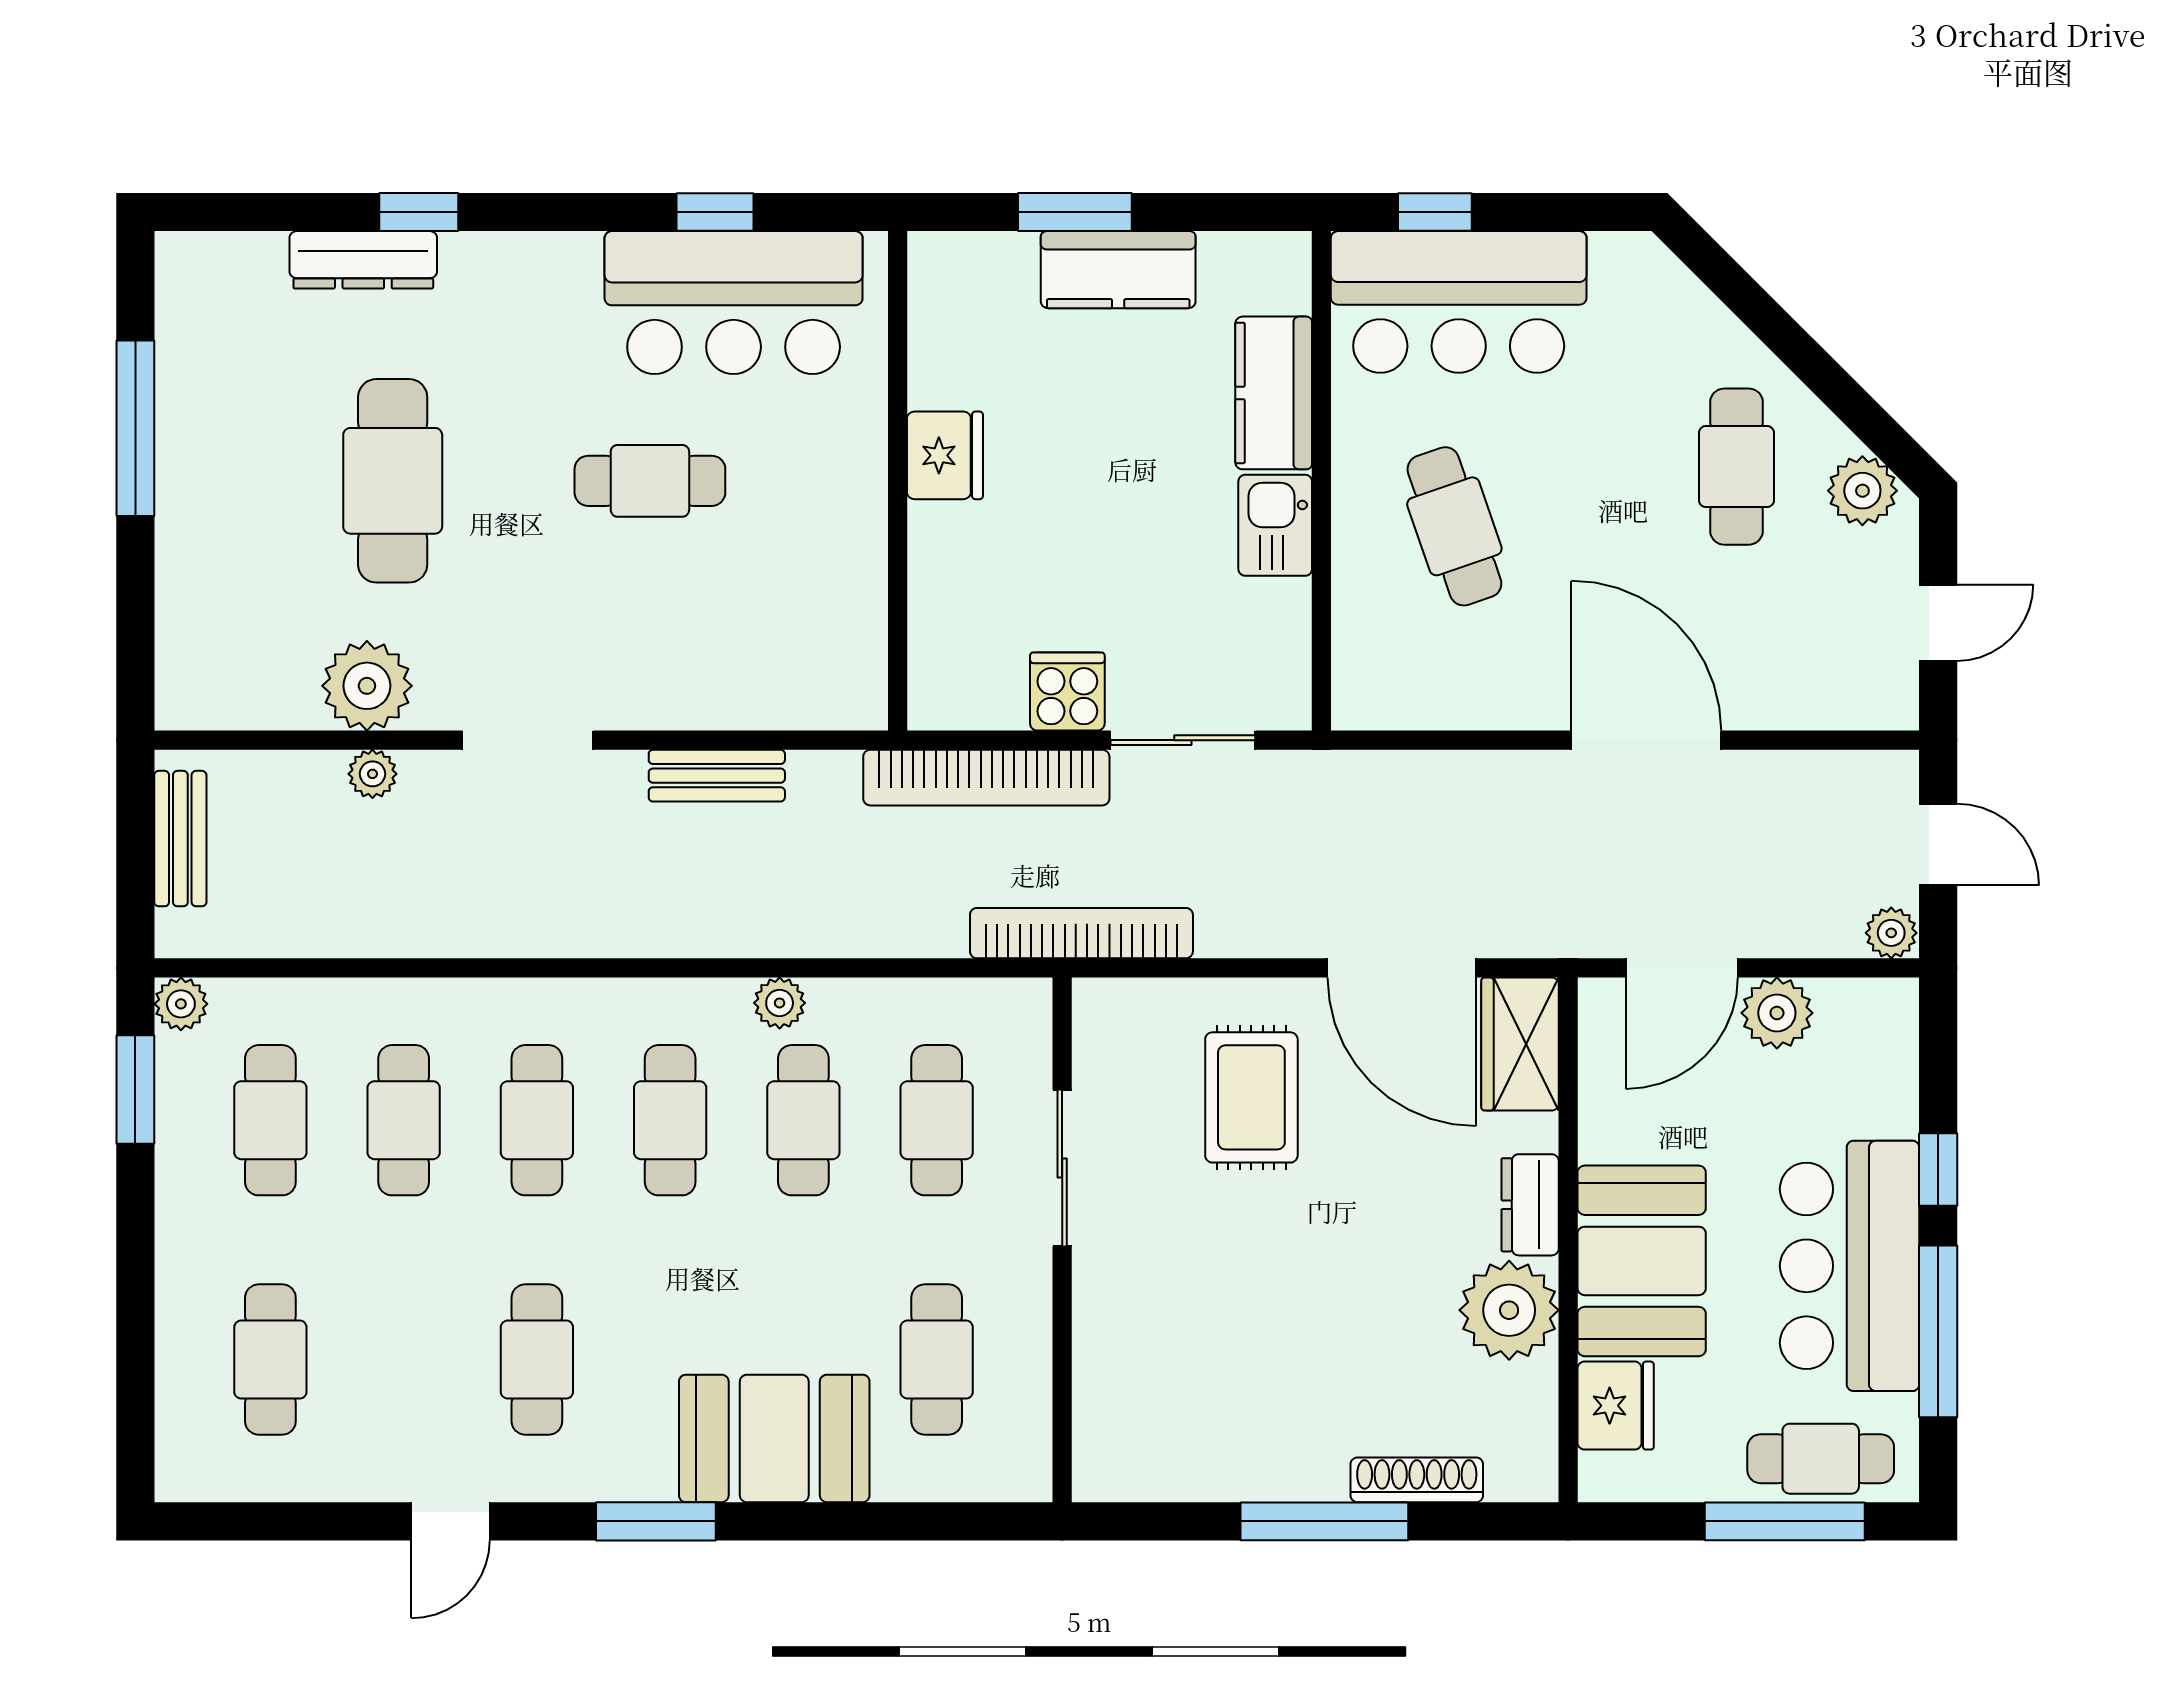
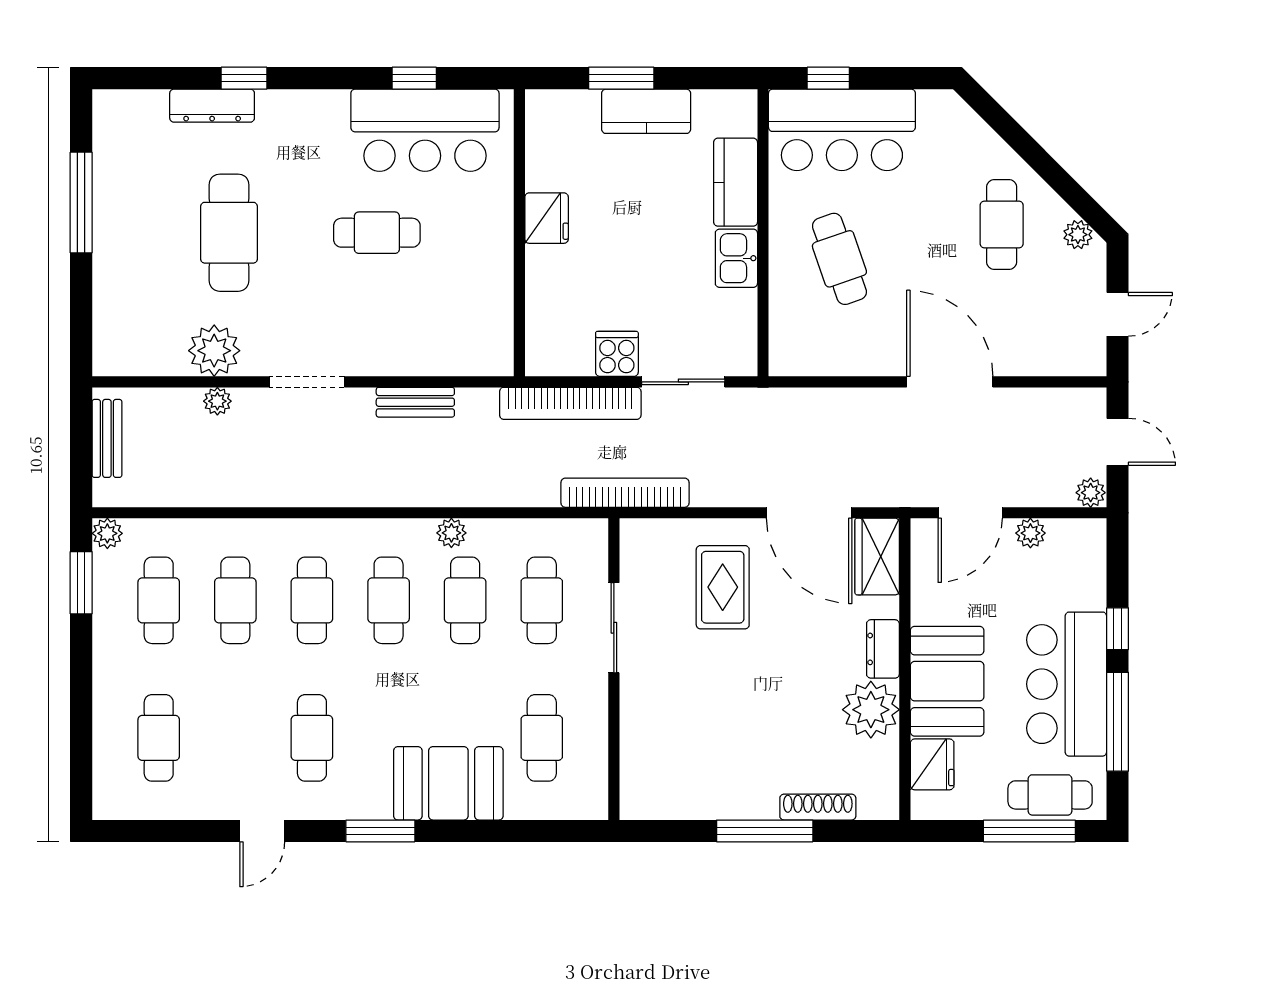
plant: (1862, 491) -> (1078, 235), width x0.73, depth x0.73
plant: (1777, 1013) -> (1030, 533), width x0.73, depth x0.73

